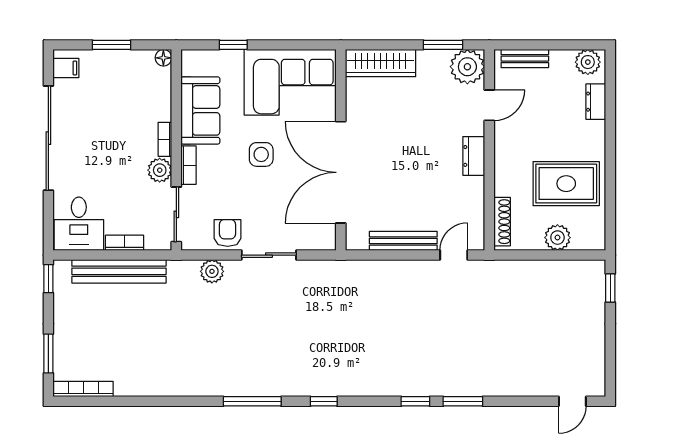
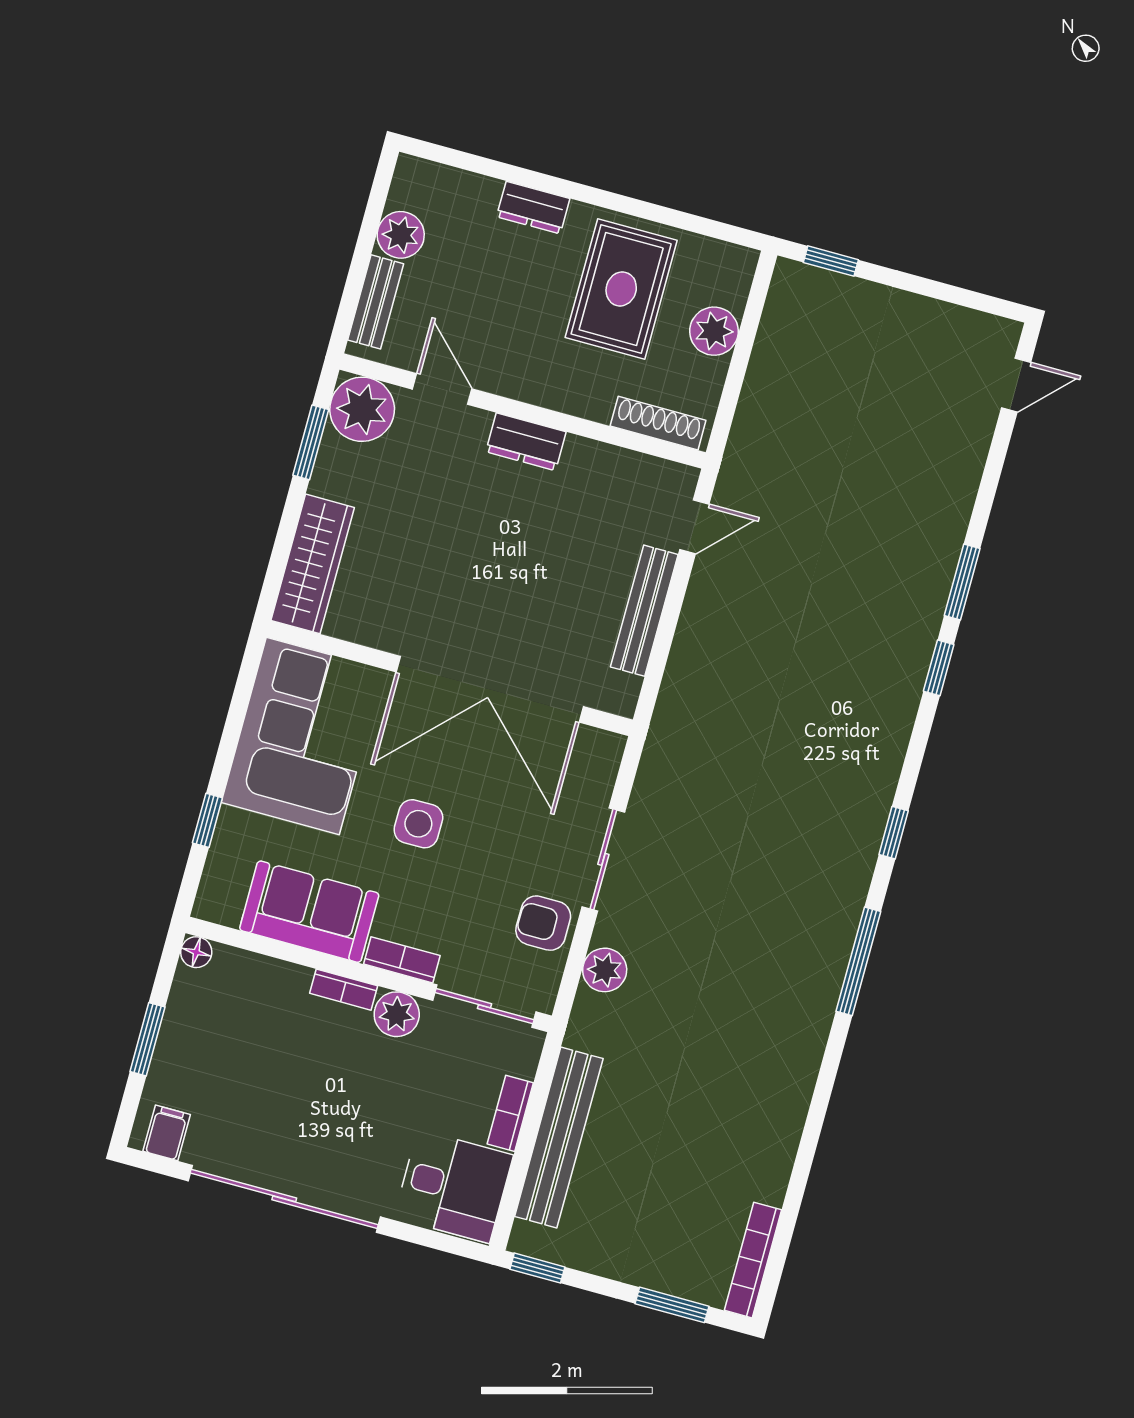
plant: (588, 62) -> (401, 235), moved
dresser: (596, 102) -> (533, 208), moved
door: (454, 255) -> (694, 527), swing flipped
door: (572, 401) -> (1016, 385), hinge flipped

